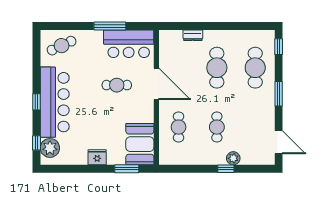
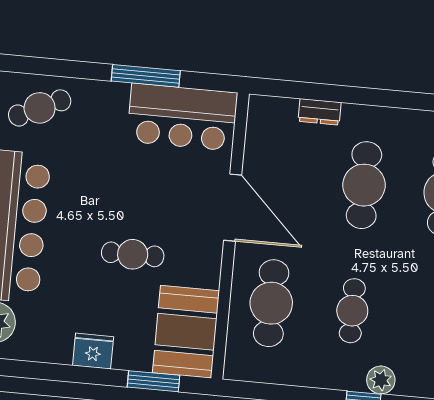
cafe table: (117, 85) -> (133, 254), moved
cafe table: (179, 127) -> (271, 303), width x1.37, depth x1.35

